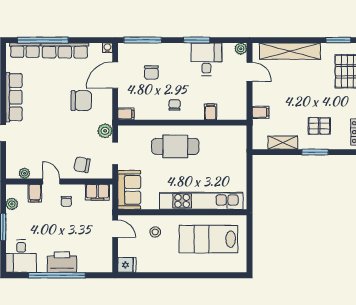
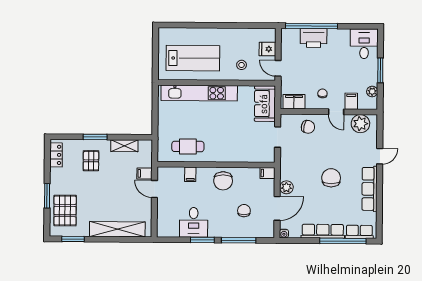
window: (143, 40) -> (239, 240), moved
plant: (241, 49) -> (162, 232), removed
door: (250, 72) -> (154, 189), moved
chair: (81, 101) -> (331, 178), moved, turned 90
chair: (174, 105) -> (223, 181), width x1.87, depth x1.87
pallet: (319, 126) -> (91, 161), turned 90
plant: (105, 131) -> (286, 187), moved
cafe table: (175, 146) -> (188, 146), moved, width x0.73, depth x0.74
plant: (24, 173) -> (360, 124), width x1.88, depth x1.88
printer: (62, 262) -> (314, 38), moved
fridge: (127, 265) -> (267, 49), moved
window: (57, 275) -> (312, 26), moved

